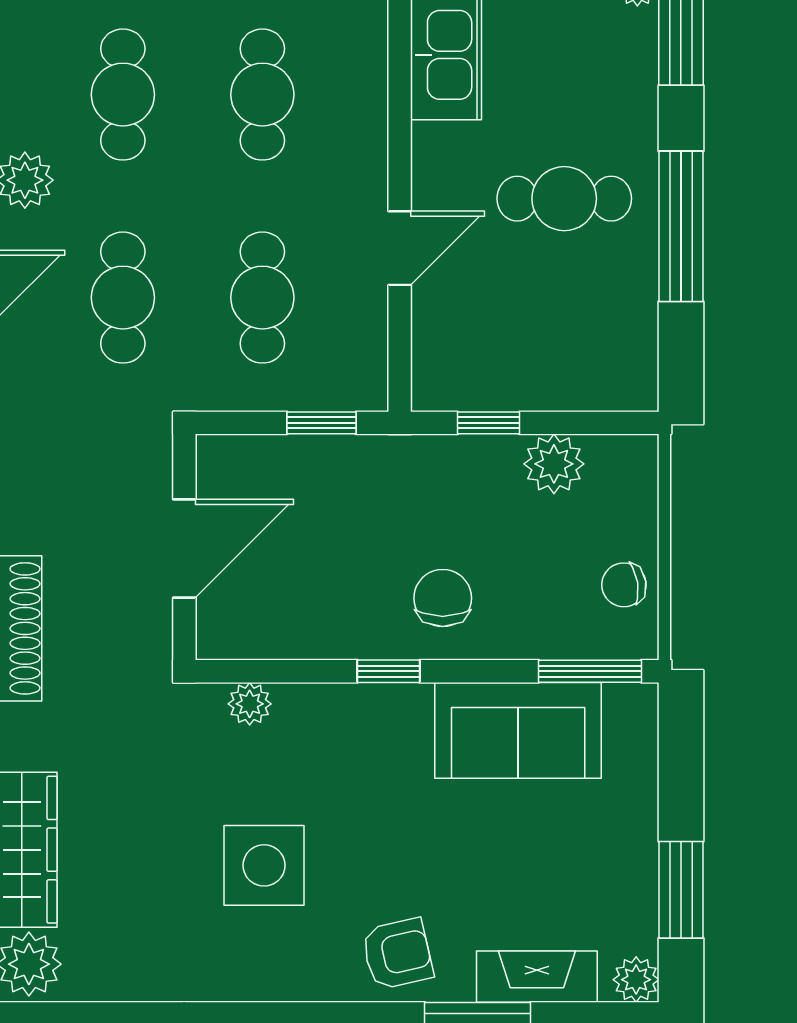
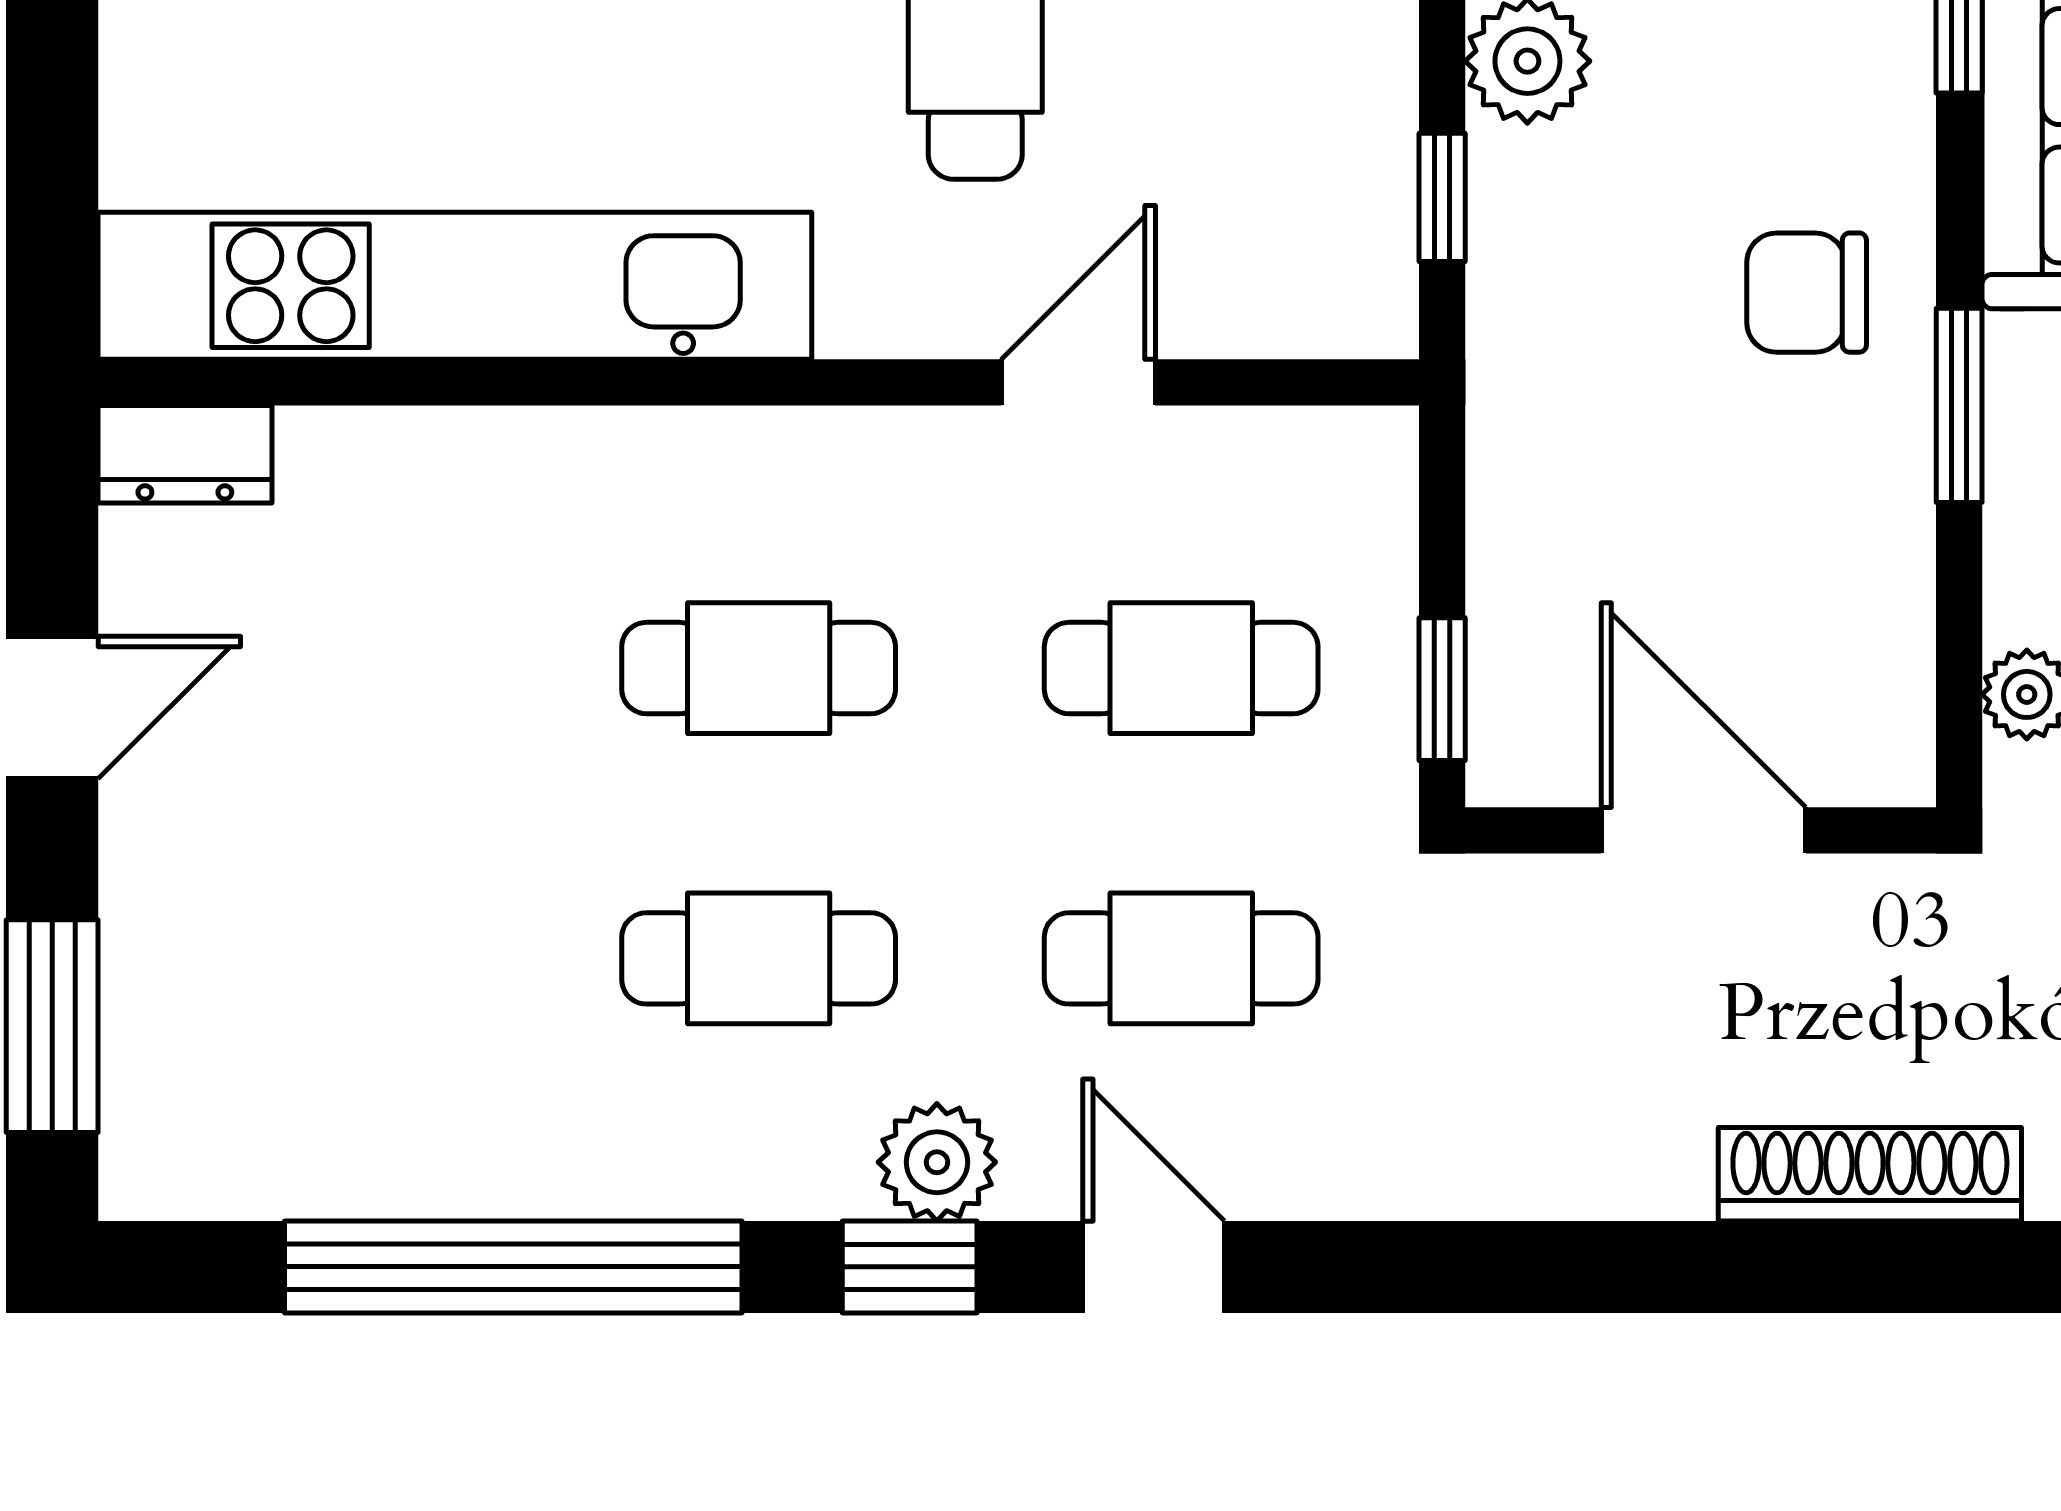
door: (400, 248) -> (1078, 382), hinge flipped
window: (321, 423) -> (1442, 689), moved
window: (389, 671) -> (1959, 405), width x1.50

